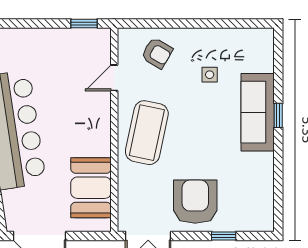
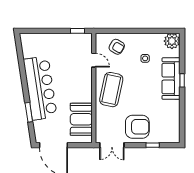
plant: (259, 42) -> (172, 41), added
door: (114, 78) -> (94, 60), swing flipped
armchair: (195, 202) -> (137, 127), turned 90

